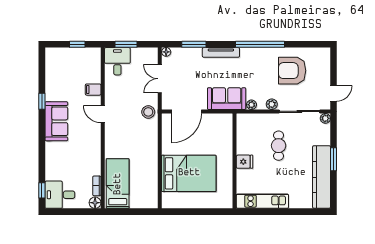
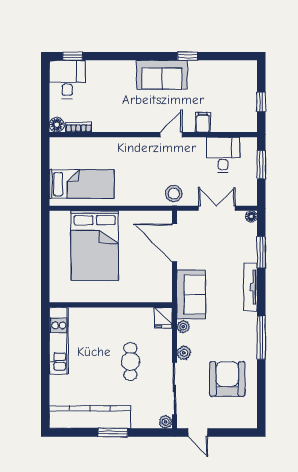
window: (260, 44) -> (261, 338), width x0.68
desk: (117, 61) -> (223, 155), moved, turned -90
cafe table: (279, 146) -> (130, 362), turned 90
fridge: (245, 162) -> (163, 318), moved
bed: (118, 184) -> (82, 184), moved

